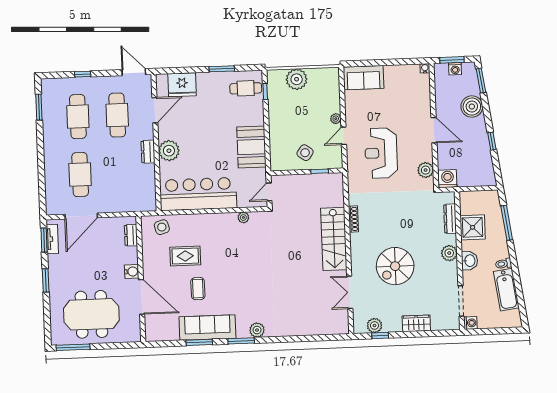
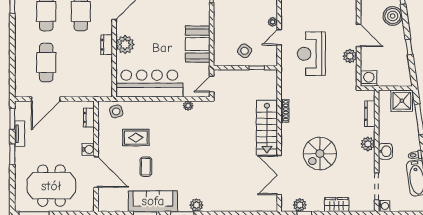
plant: (426, 170) -> (350, 56), moved
shower: (473, 227) -> (402, 101), moved
tv unit: (52, 239) -> (20, 134), moved
double door: (350, 292) -> (279, 175), width x1.37

